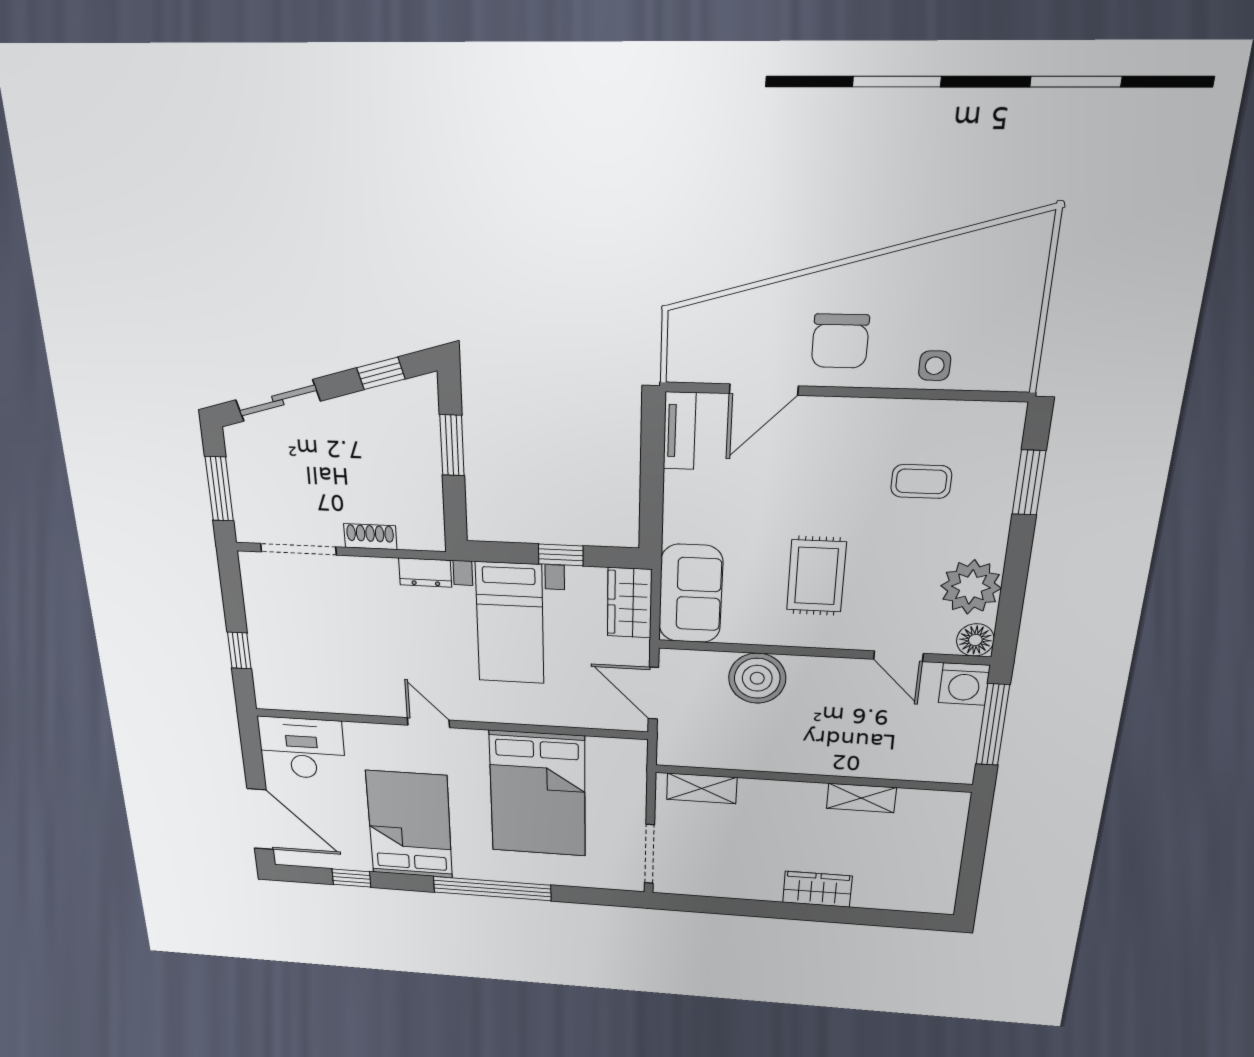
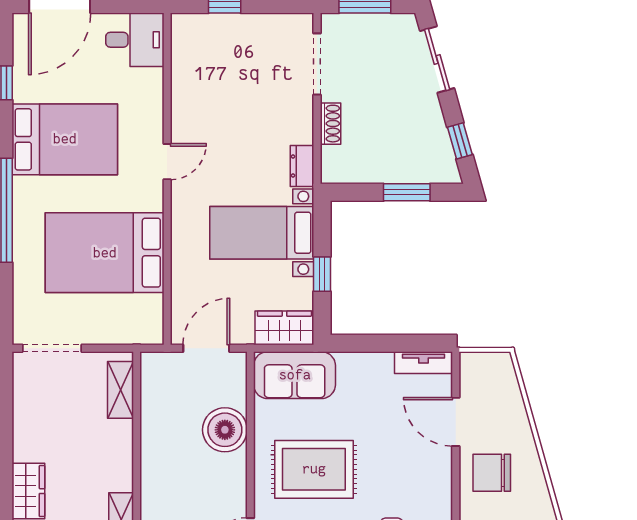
rug: (816, 576) -> (314, 469), width x1.36, depth x1.43
desk: (302, 748) -> (135, 40), width x0.73

